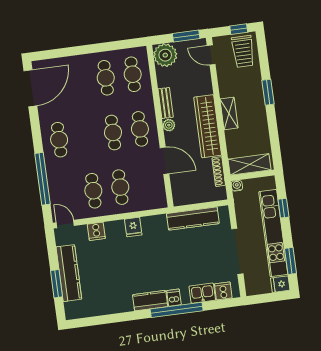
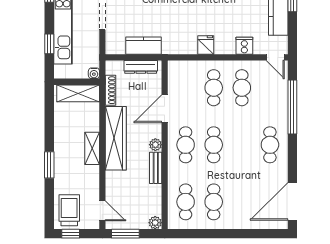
plant: (165, 55) -> (155, 223), width x0.53, depth x0.53
door: (165, 161) -> (165, 109), hinge flipped
dresser: (193, 198) -> (141, 67), added
kitchen counter: (193, 219) -> (144, 46), width x0.67

